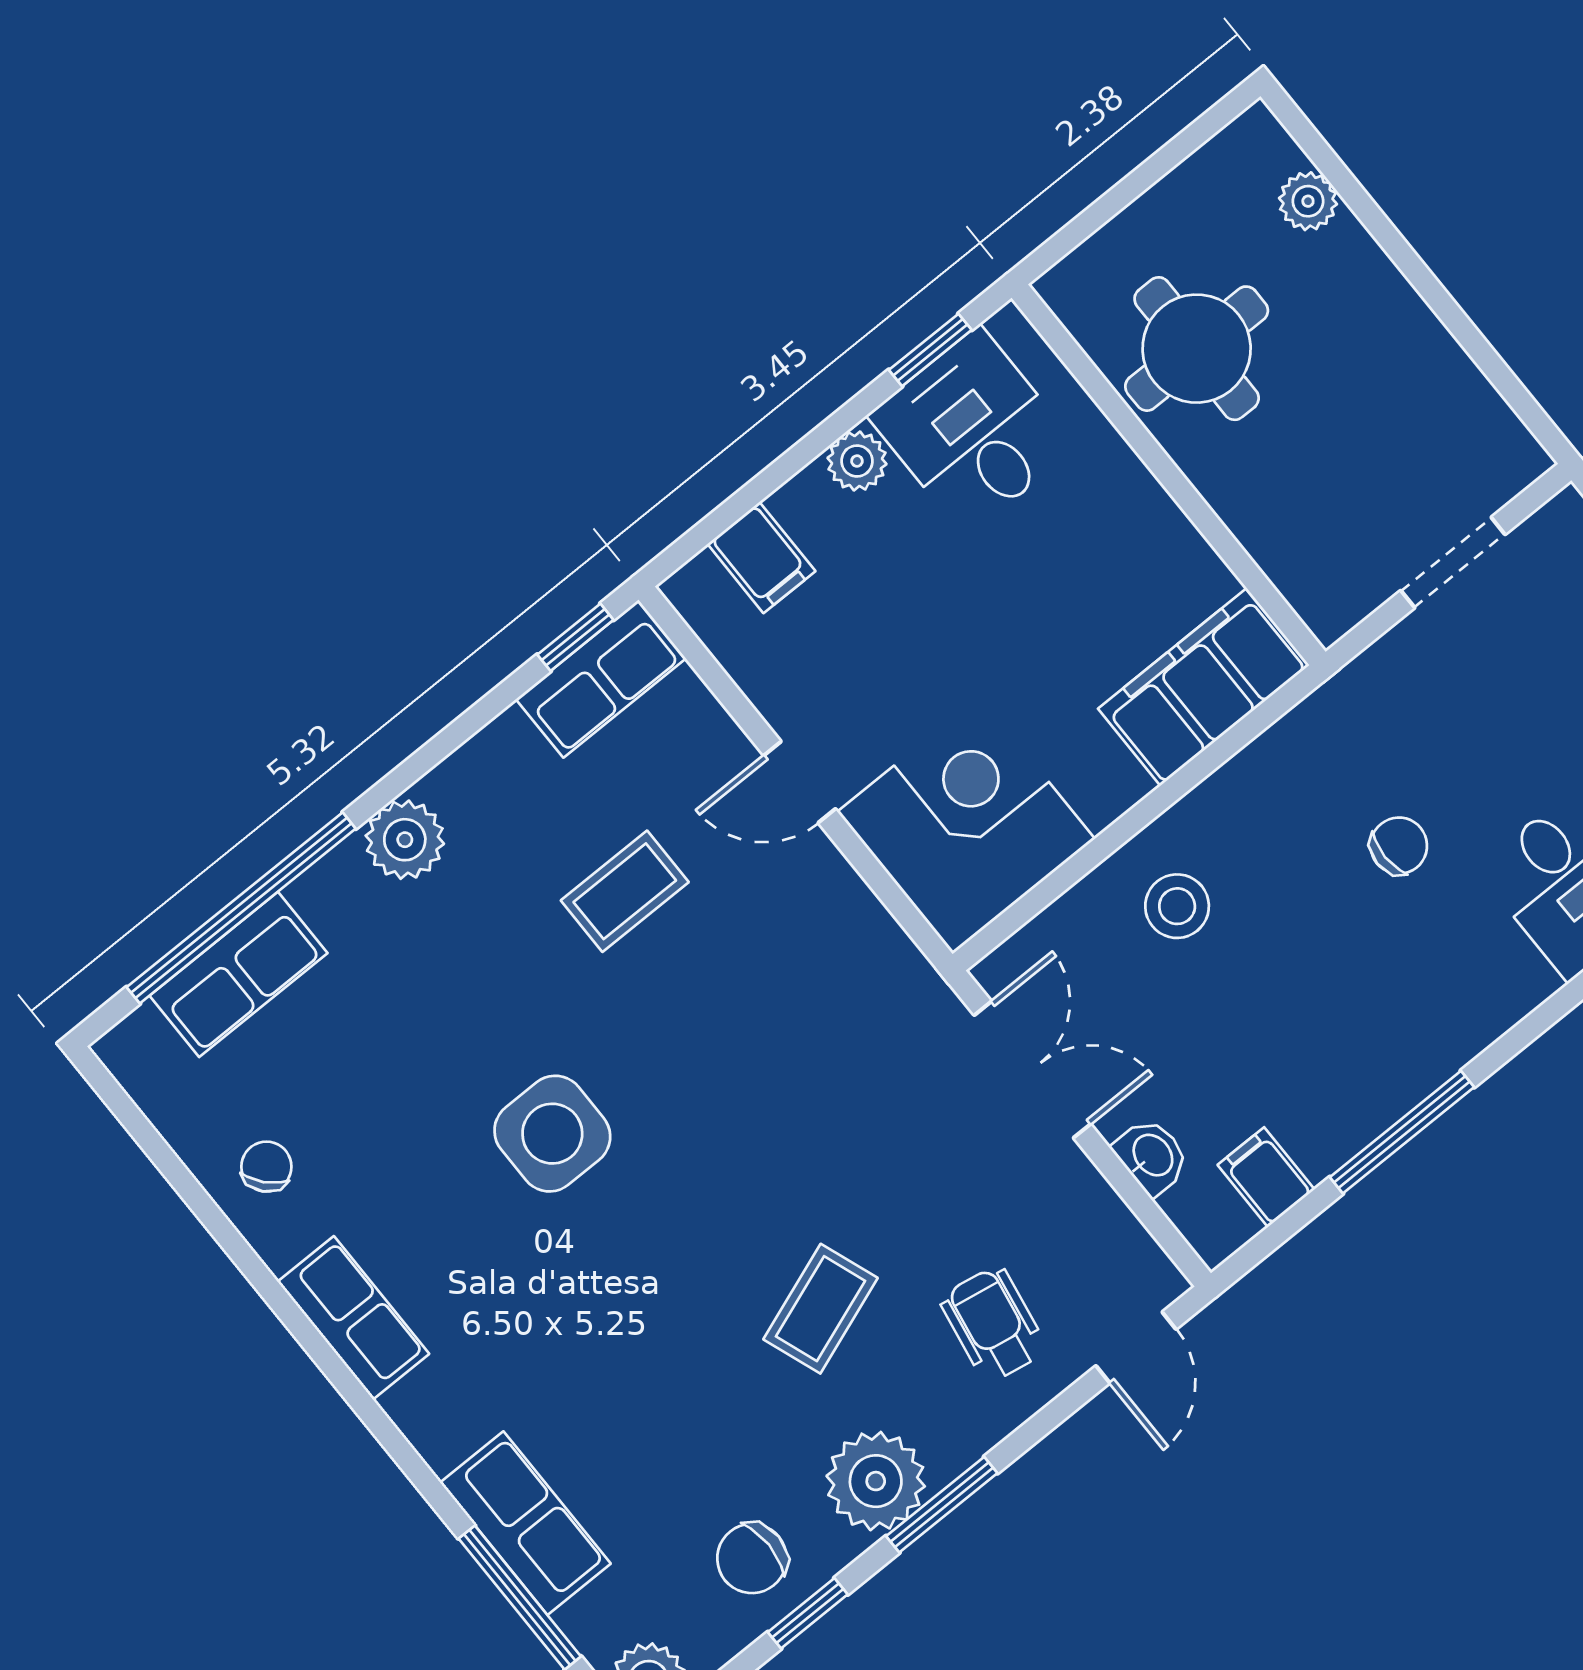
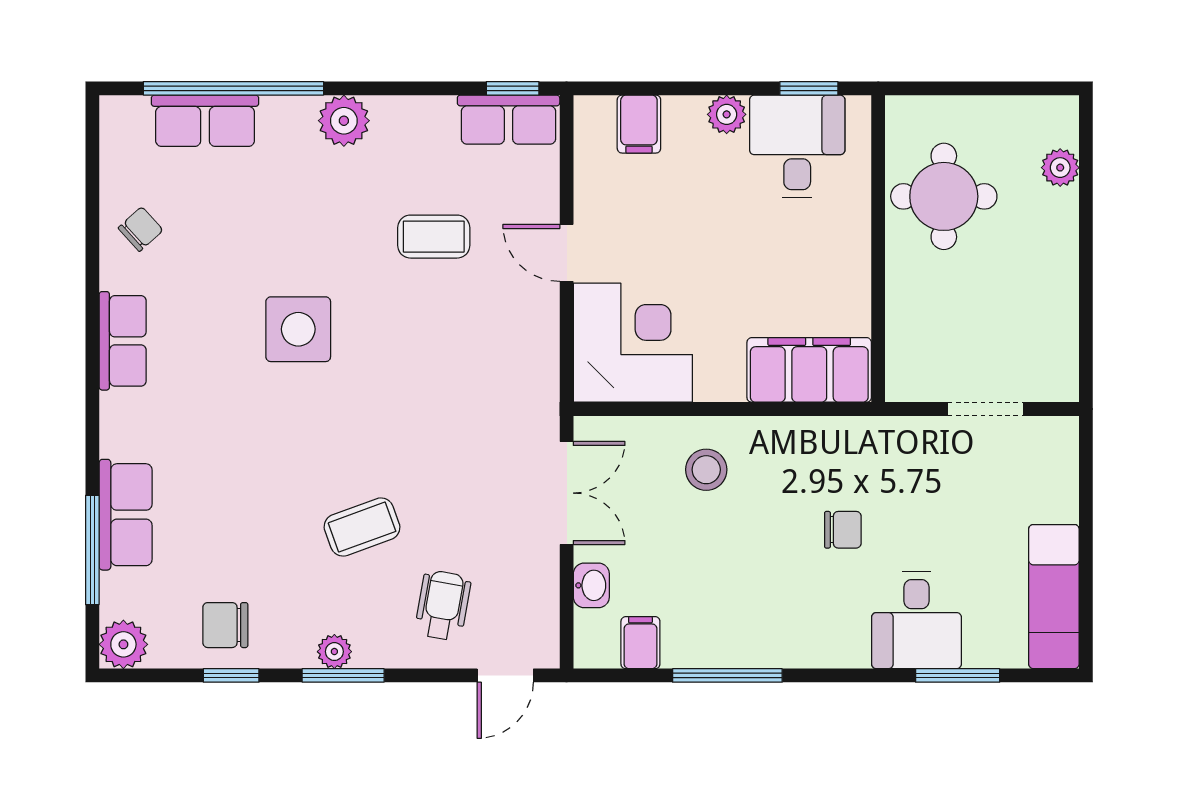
plant: (876, 1481) -> (334, 652), width x0.53, depth x0.53

